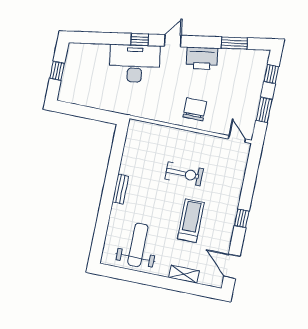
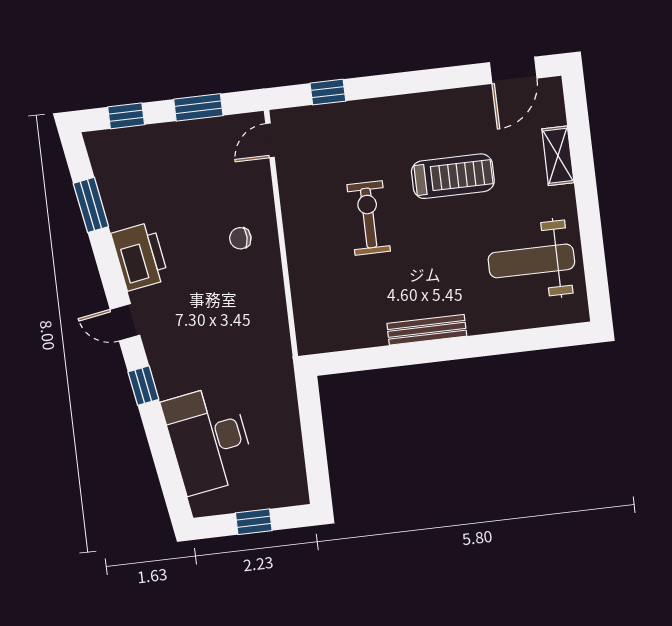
desk: (135, 63) -> (209, 439), moved
chair: (195, 109) -> (240, 238), width x0.54, depth x0.54
bench: (120, 189) -> (427, 330), width x1.36
window: (242, 218) -> (328, 92), moved
treadmill: (191, 221) -> (453, 176), turned 180

